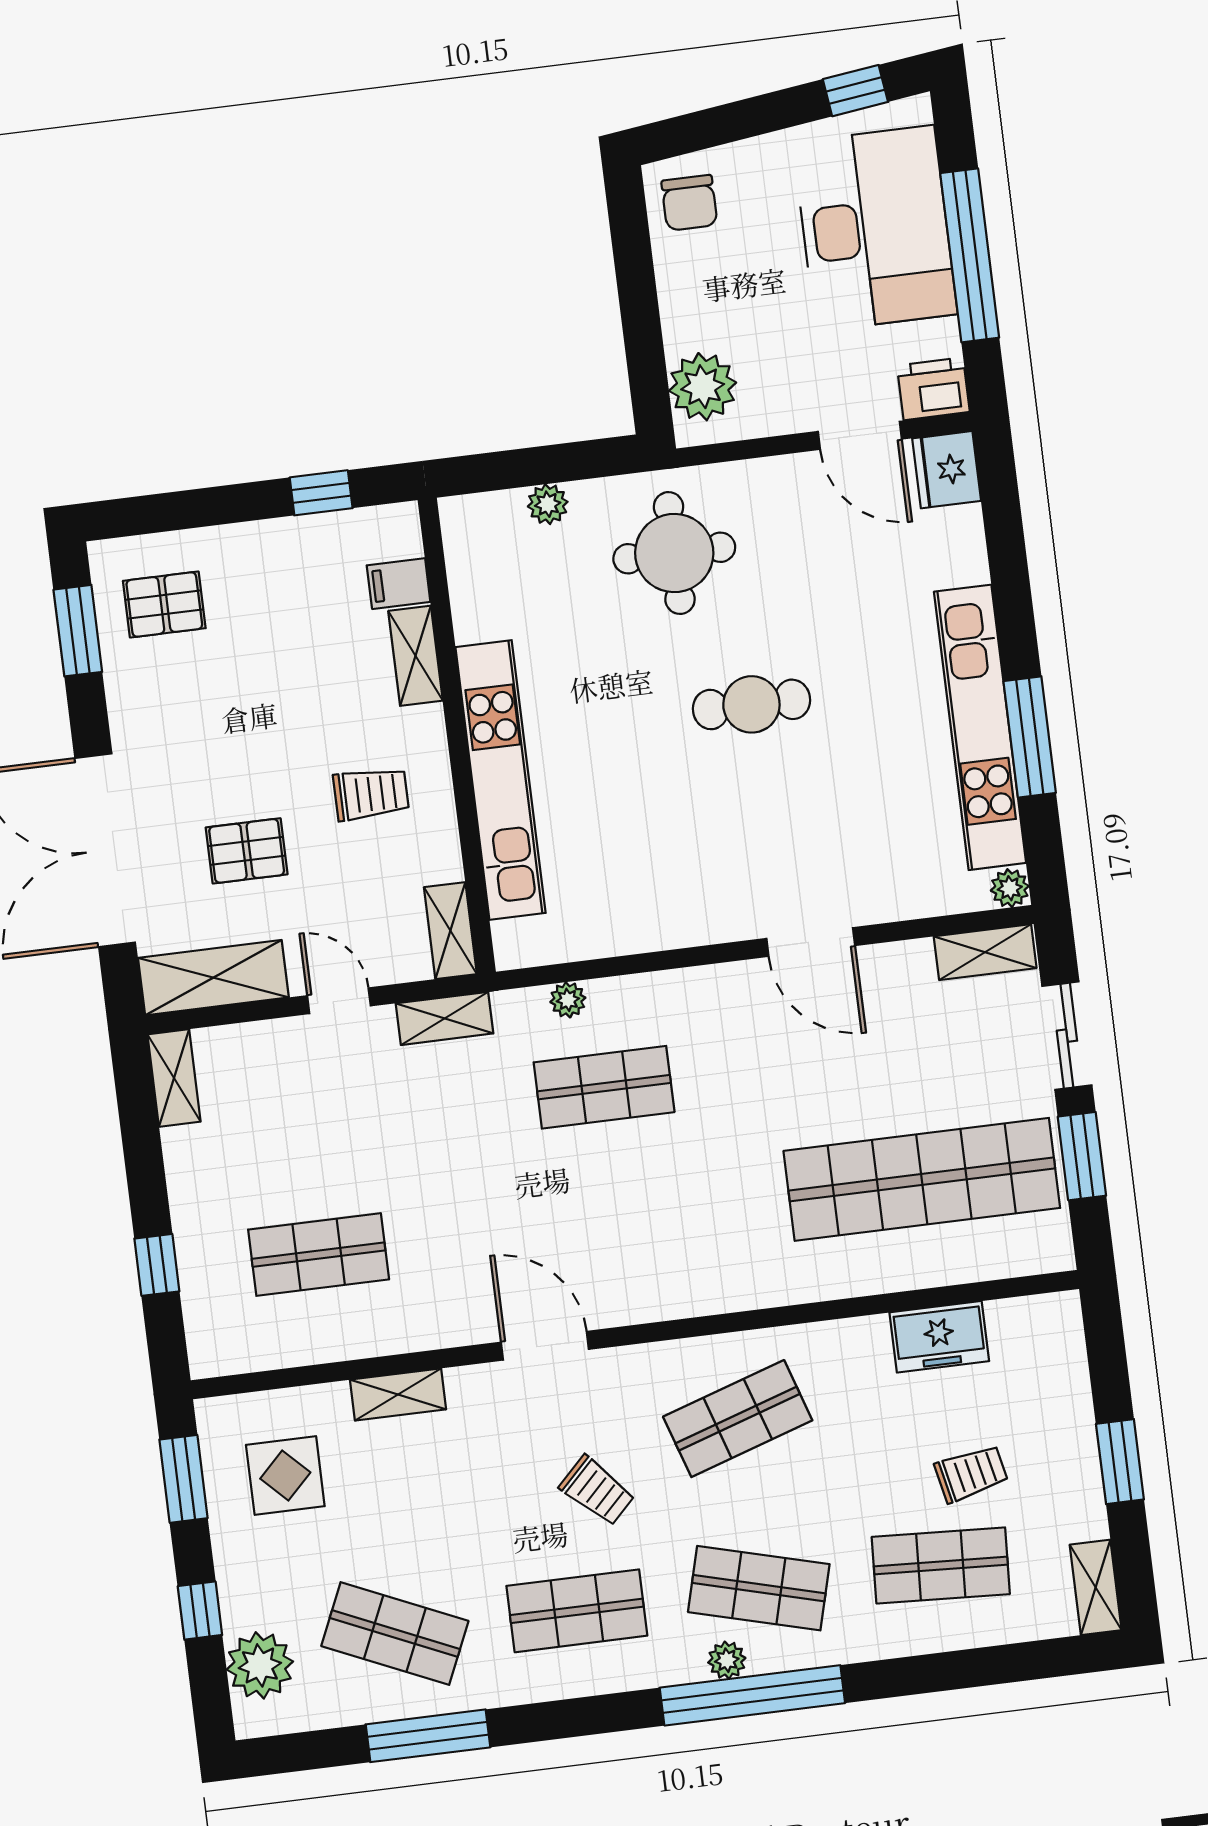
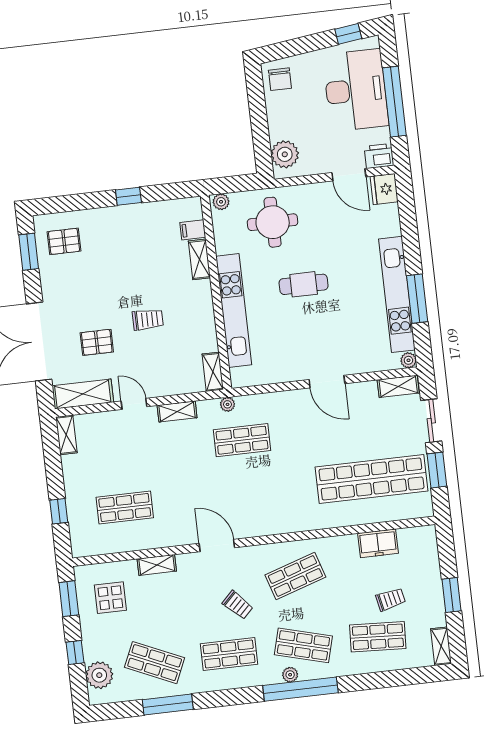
filing cabinet: (399, 584) -> (193, 230), moved
shelving: (415, 656) -> (199, 259), moved
wall: (457, 736) -> (216, 292), moved
kitchen unit: (501, 780) -> (234, 310), moved
shelving: (450, 931) -> (213, 372), moved

